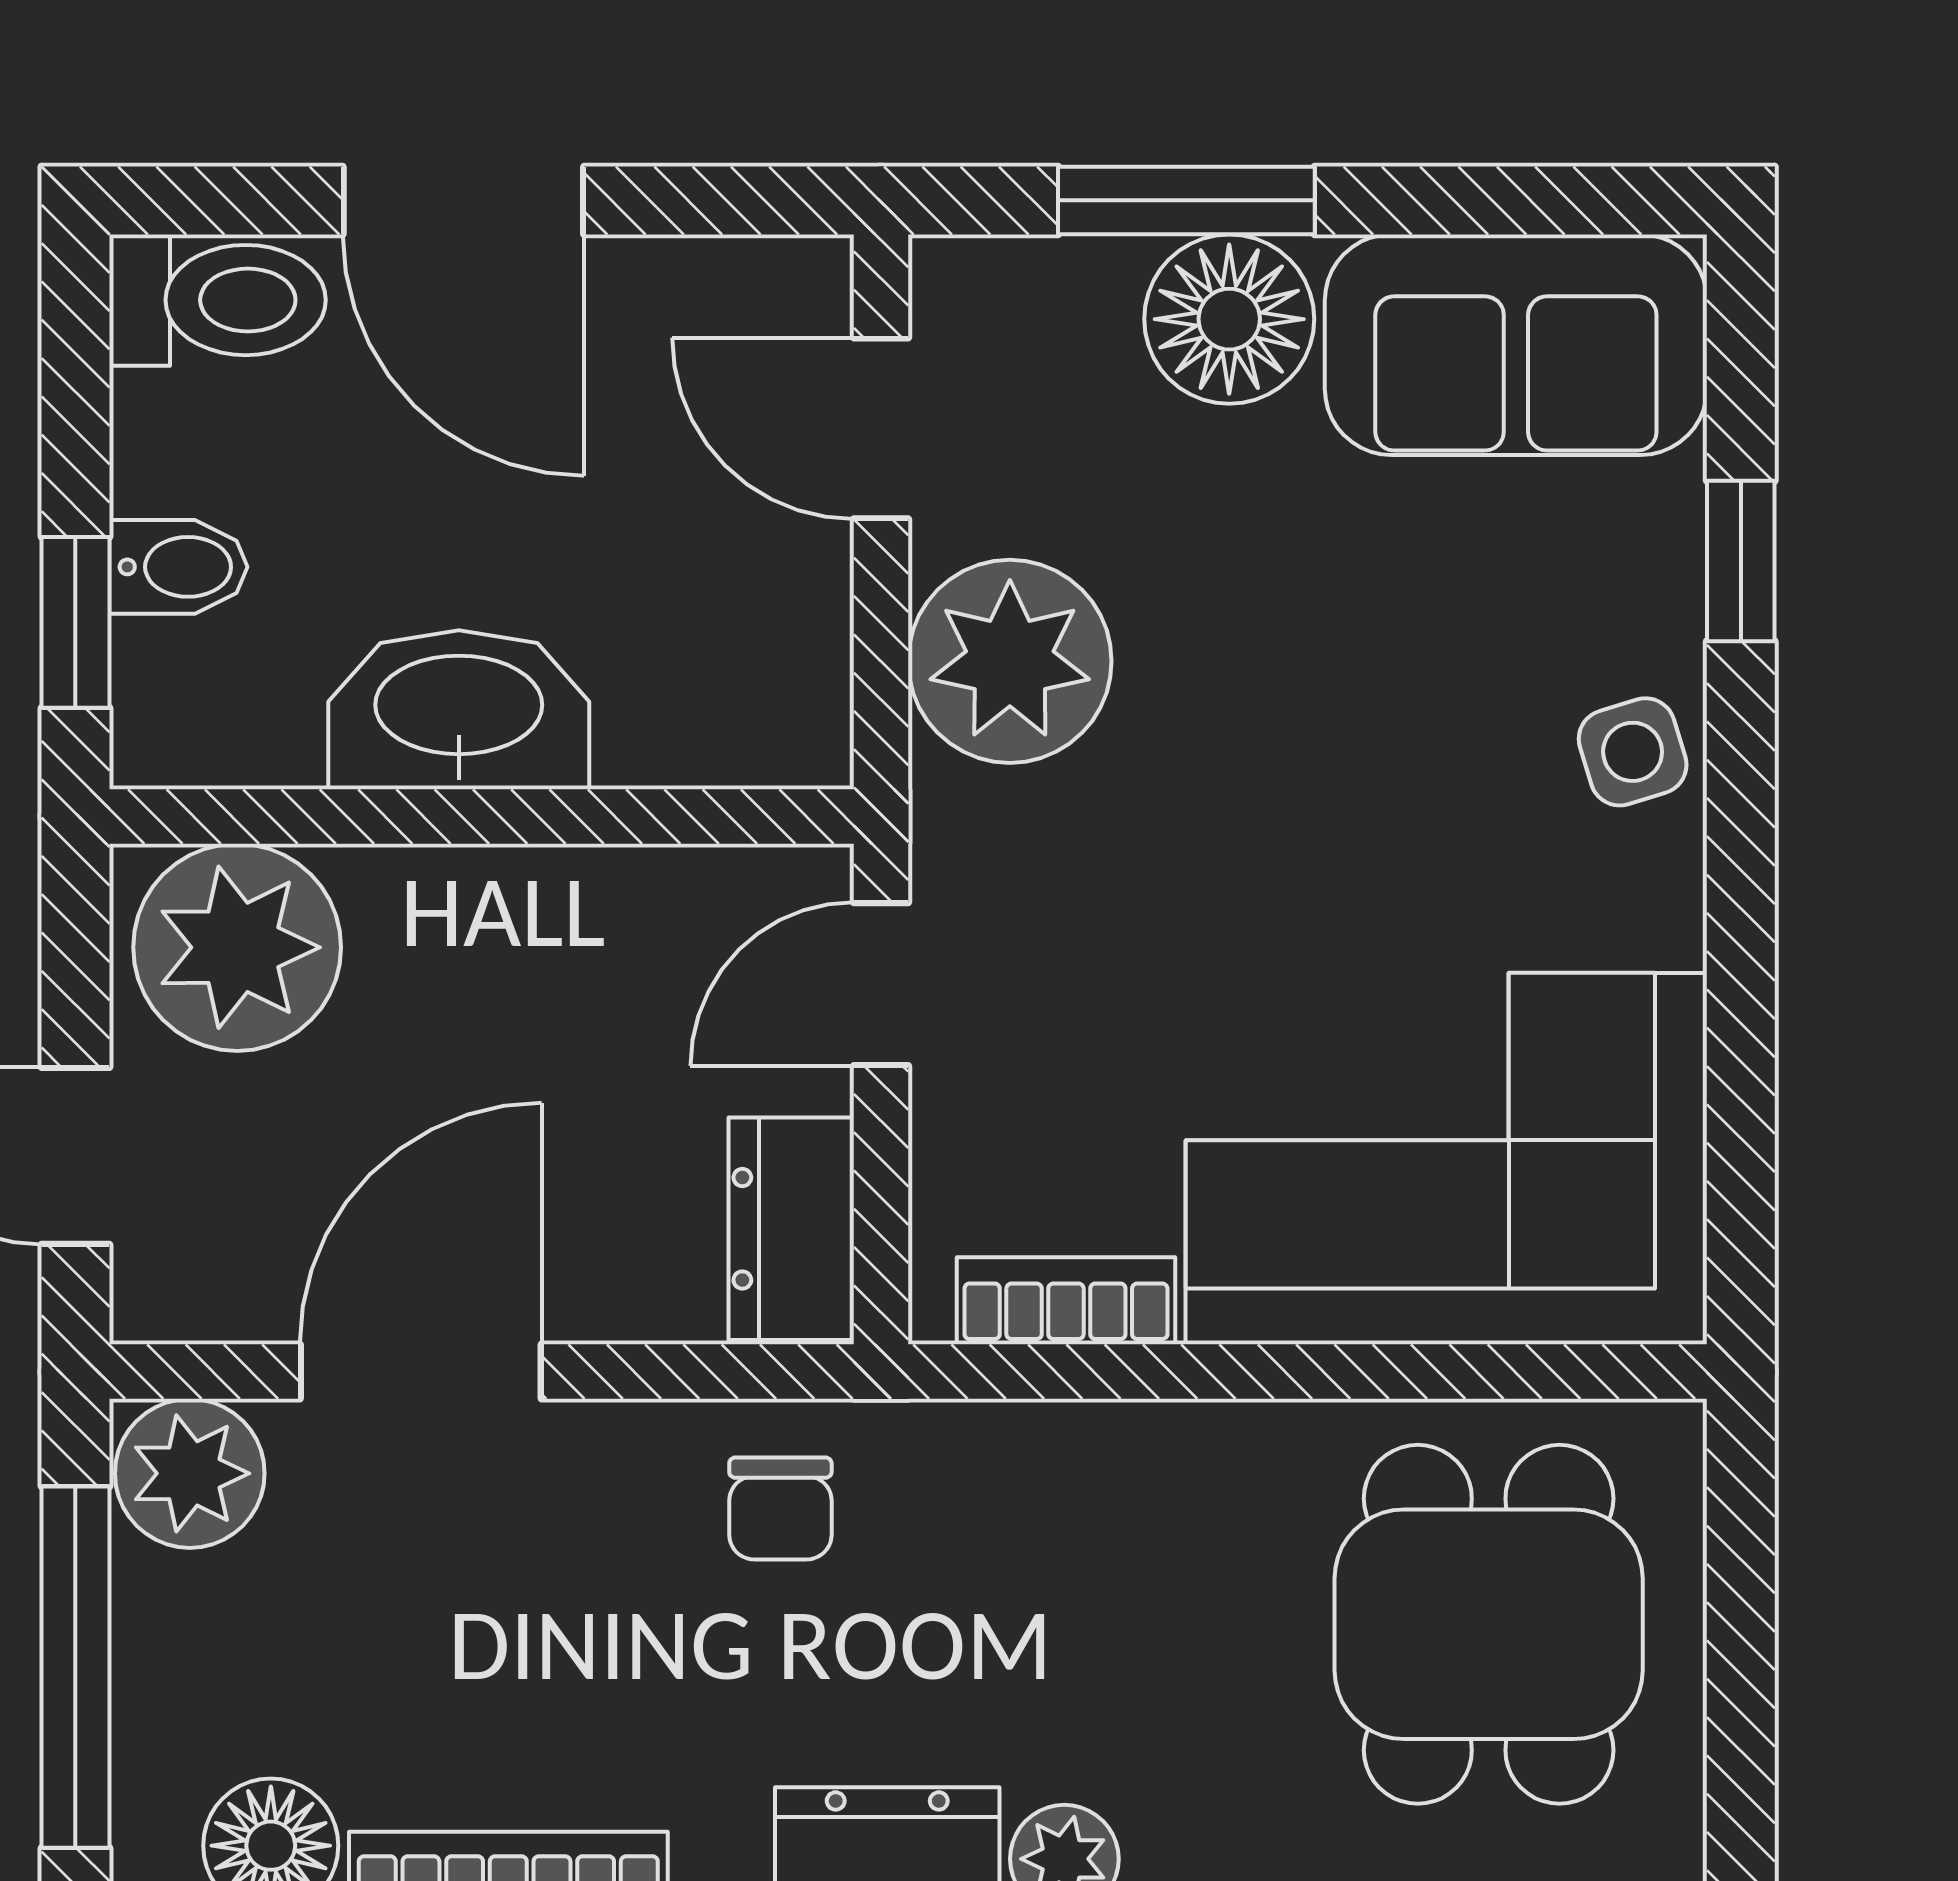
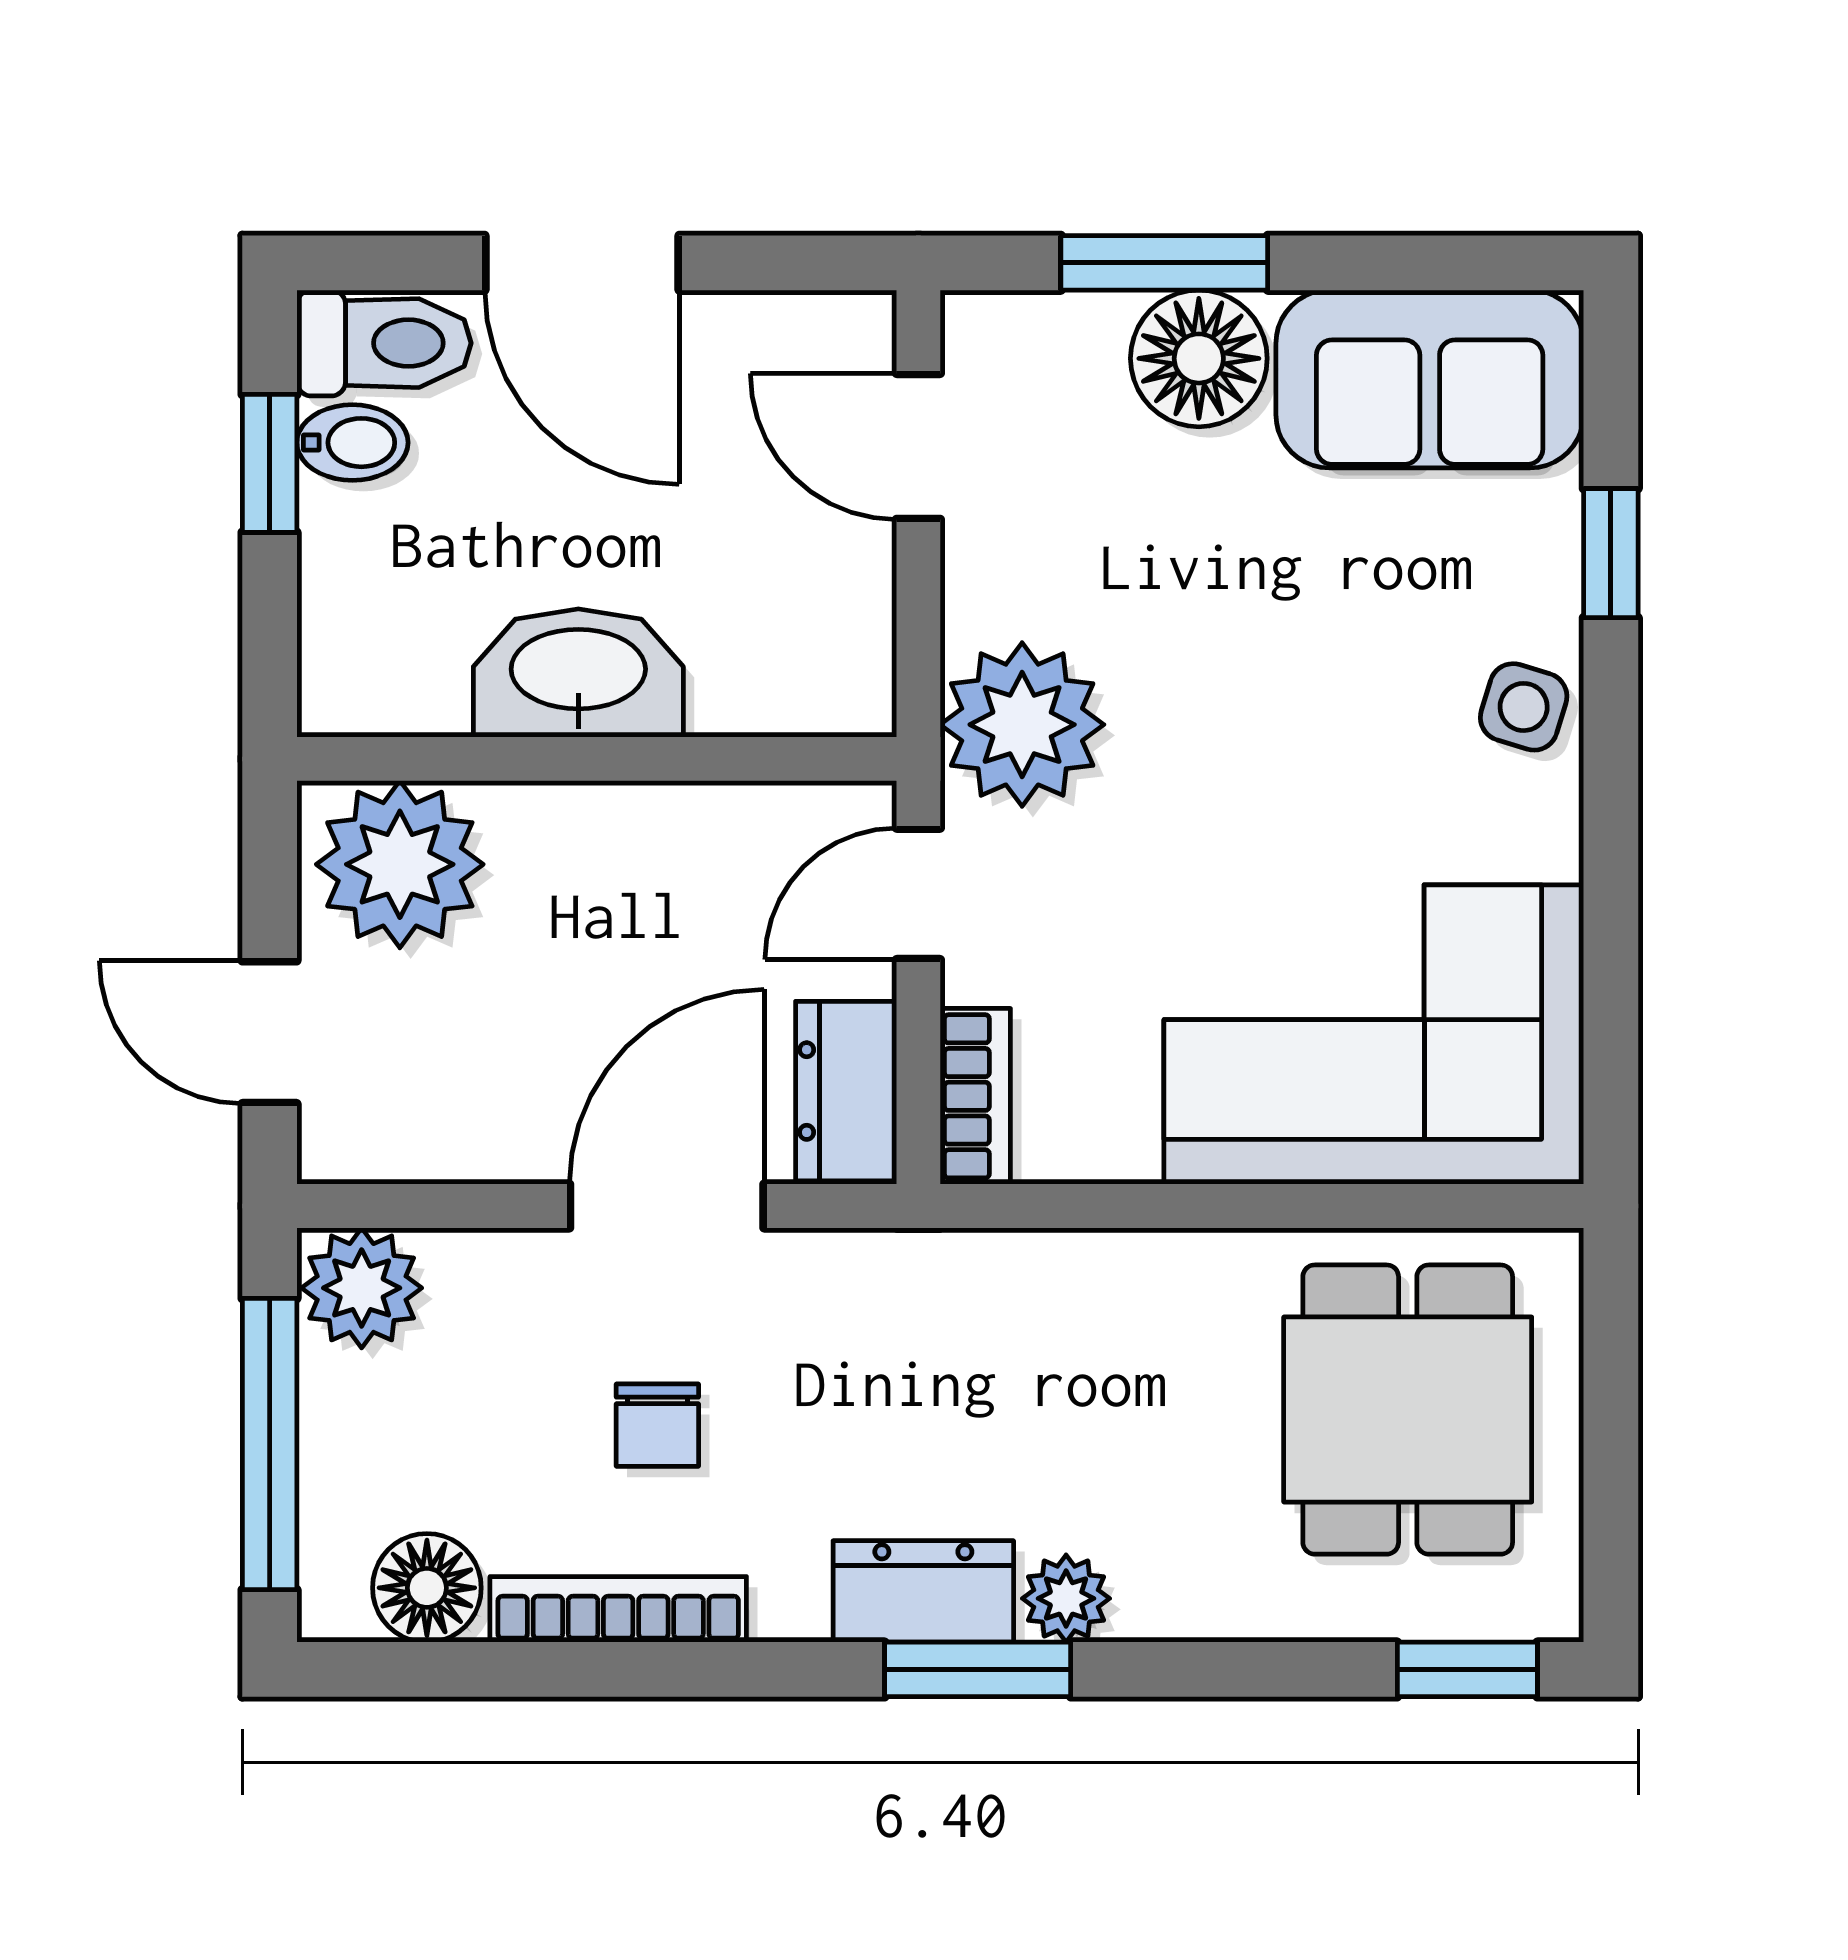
bidet: (178, 567) -> (352, 443), moved
window: (75, 622) -> (270, 463), moved
plant: (1010, 661) -> (1022, 725), moved
side table: (1633, 752) -> (1524, 707), turned 34
bookcase: (1066, 1301) -> (975, 1096), moved, turned 90
door: (421, 1372) -> (667, 1206), moved
chair: (780, 1509) -> (657, 1425), moved

